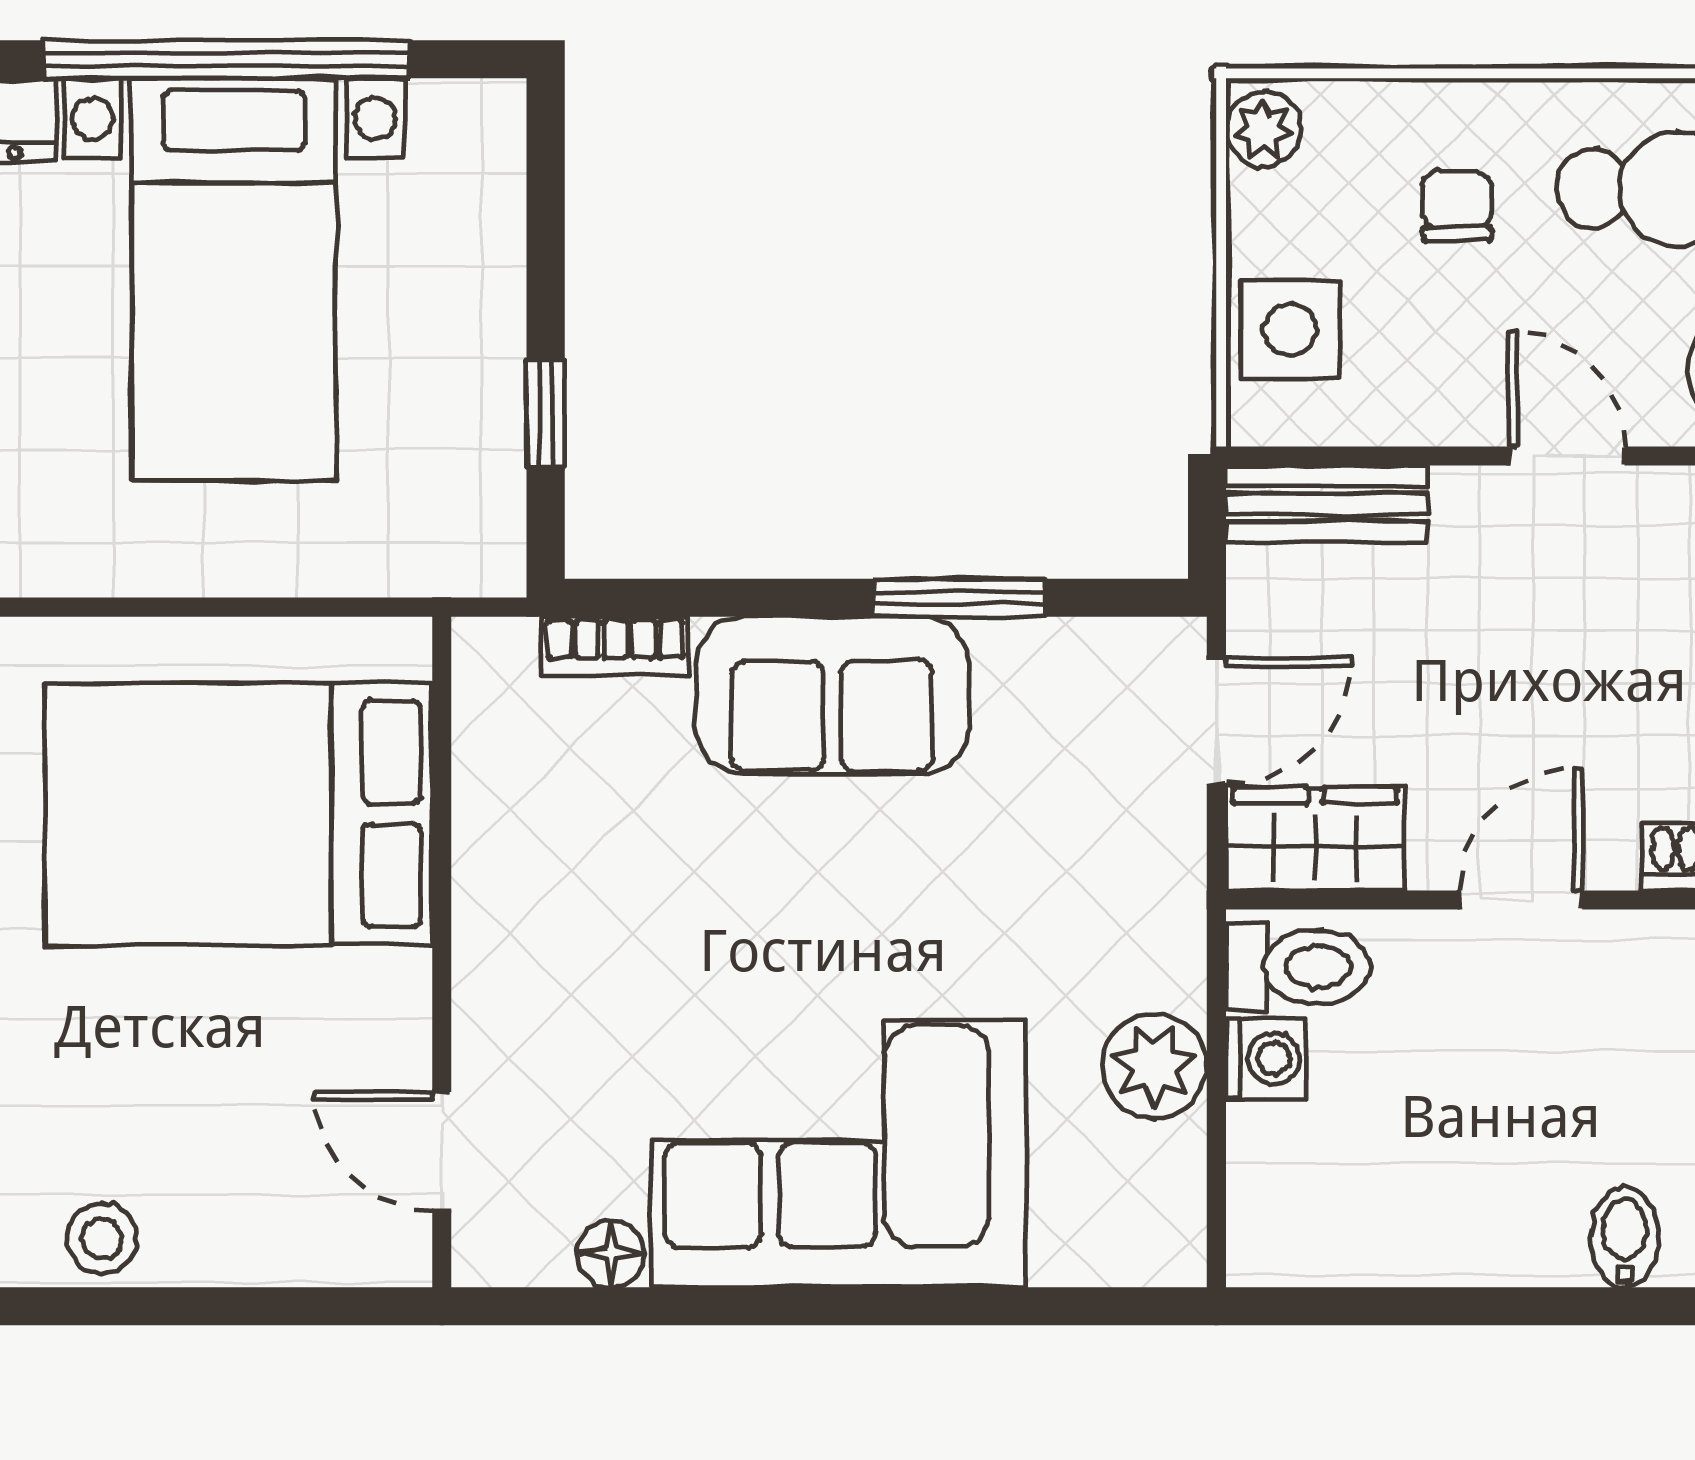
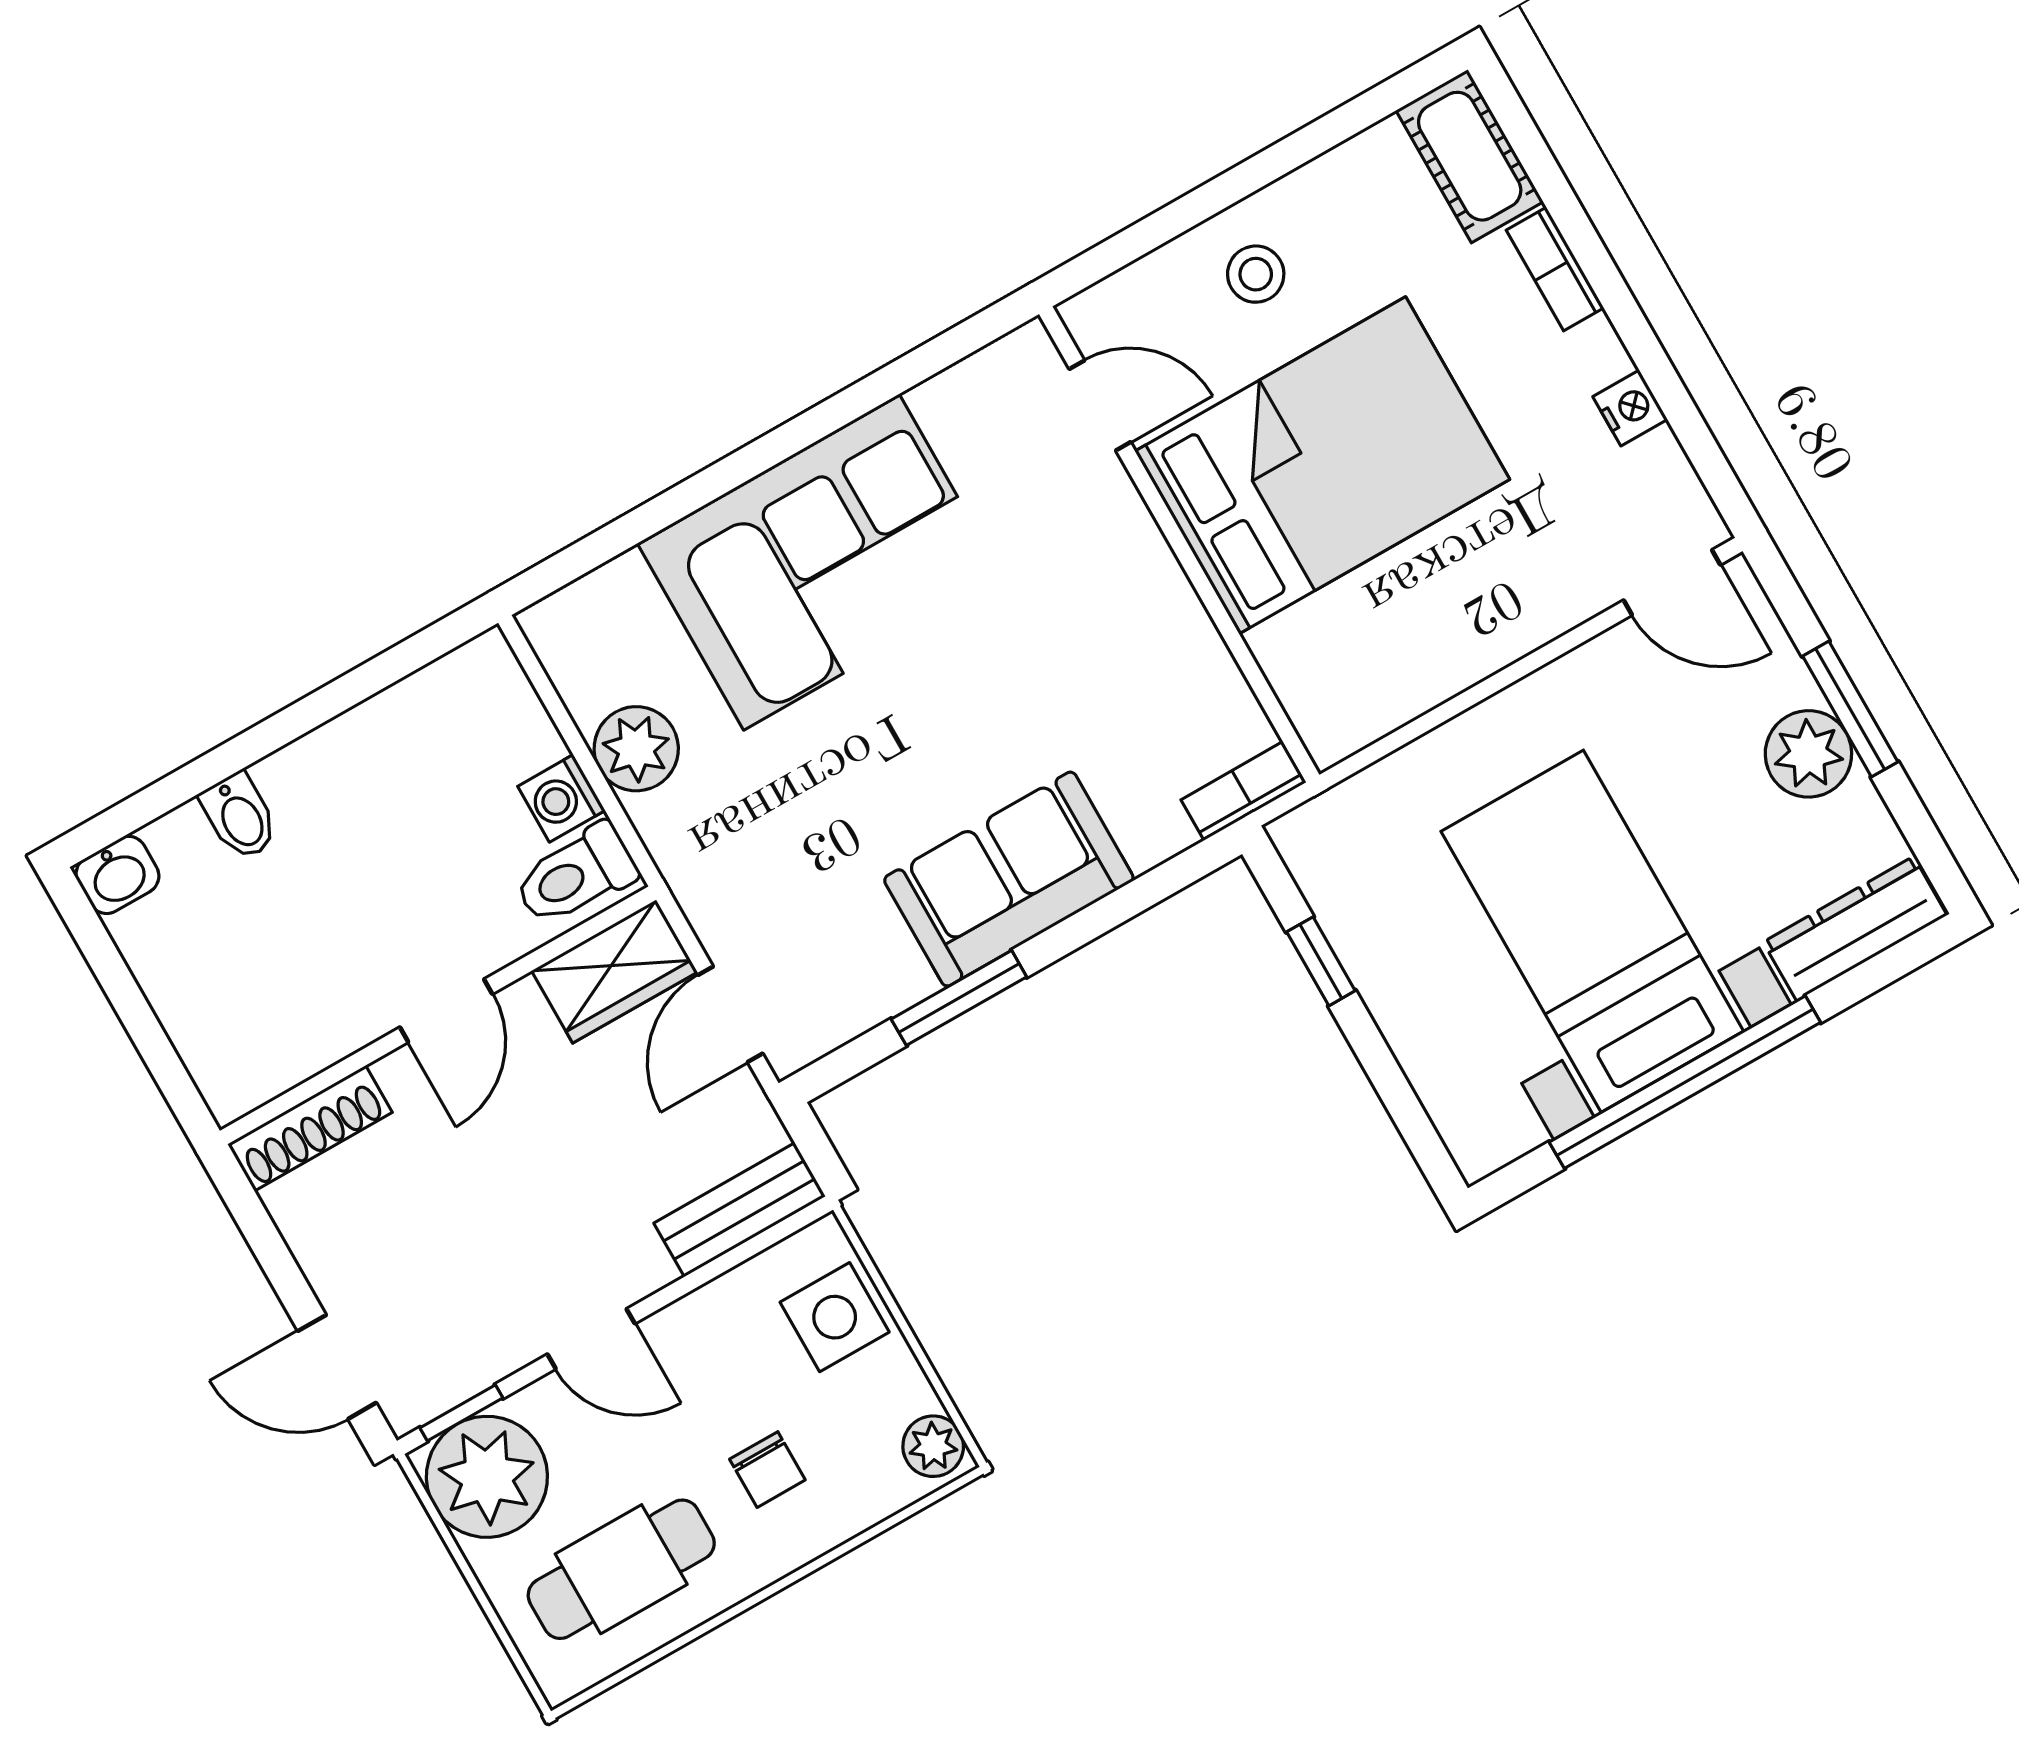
bookcase: (615, 646) -> (1244, 791), moved
bed: (238, 814) -> (1322, 465), moved
stool: (102, 1239) -> (1256, 274), moved
floor lamp: (611, 1254) -> (941, 401), removed

